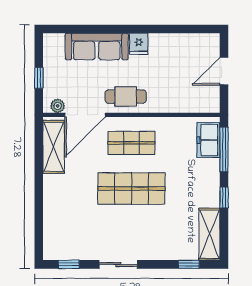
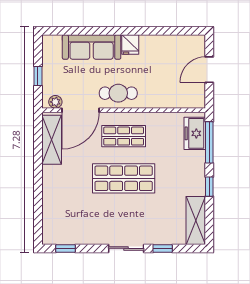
sliding door: (118, 264) -> (126, 248), moved
window: (189, 264) -> (163, 248), moved

